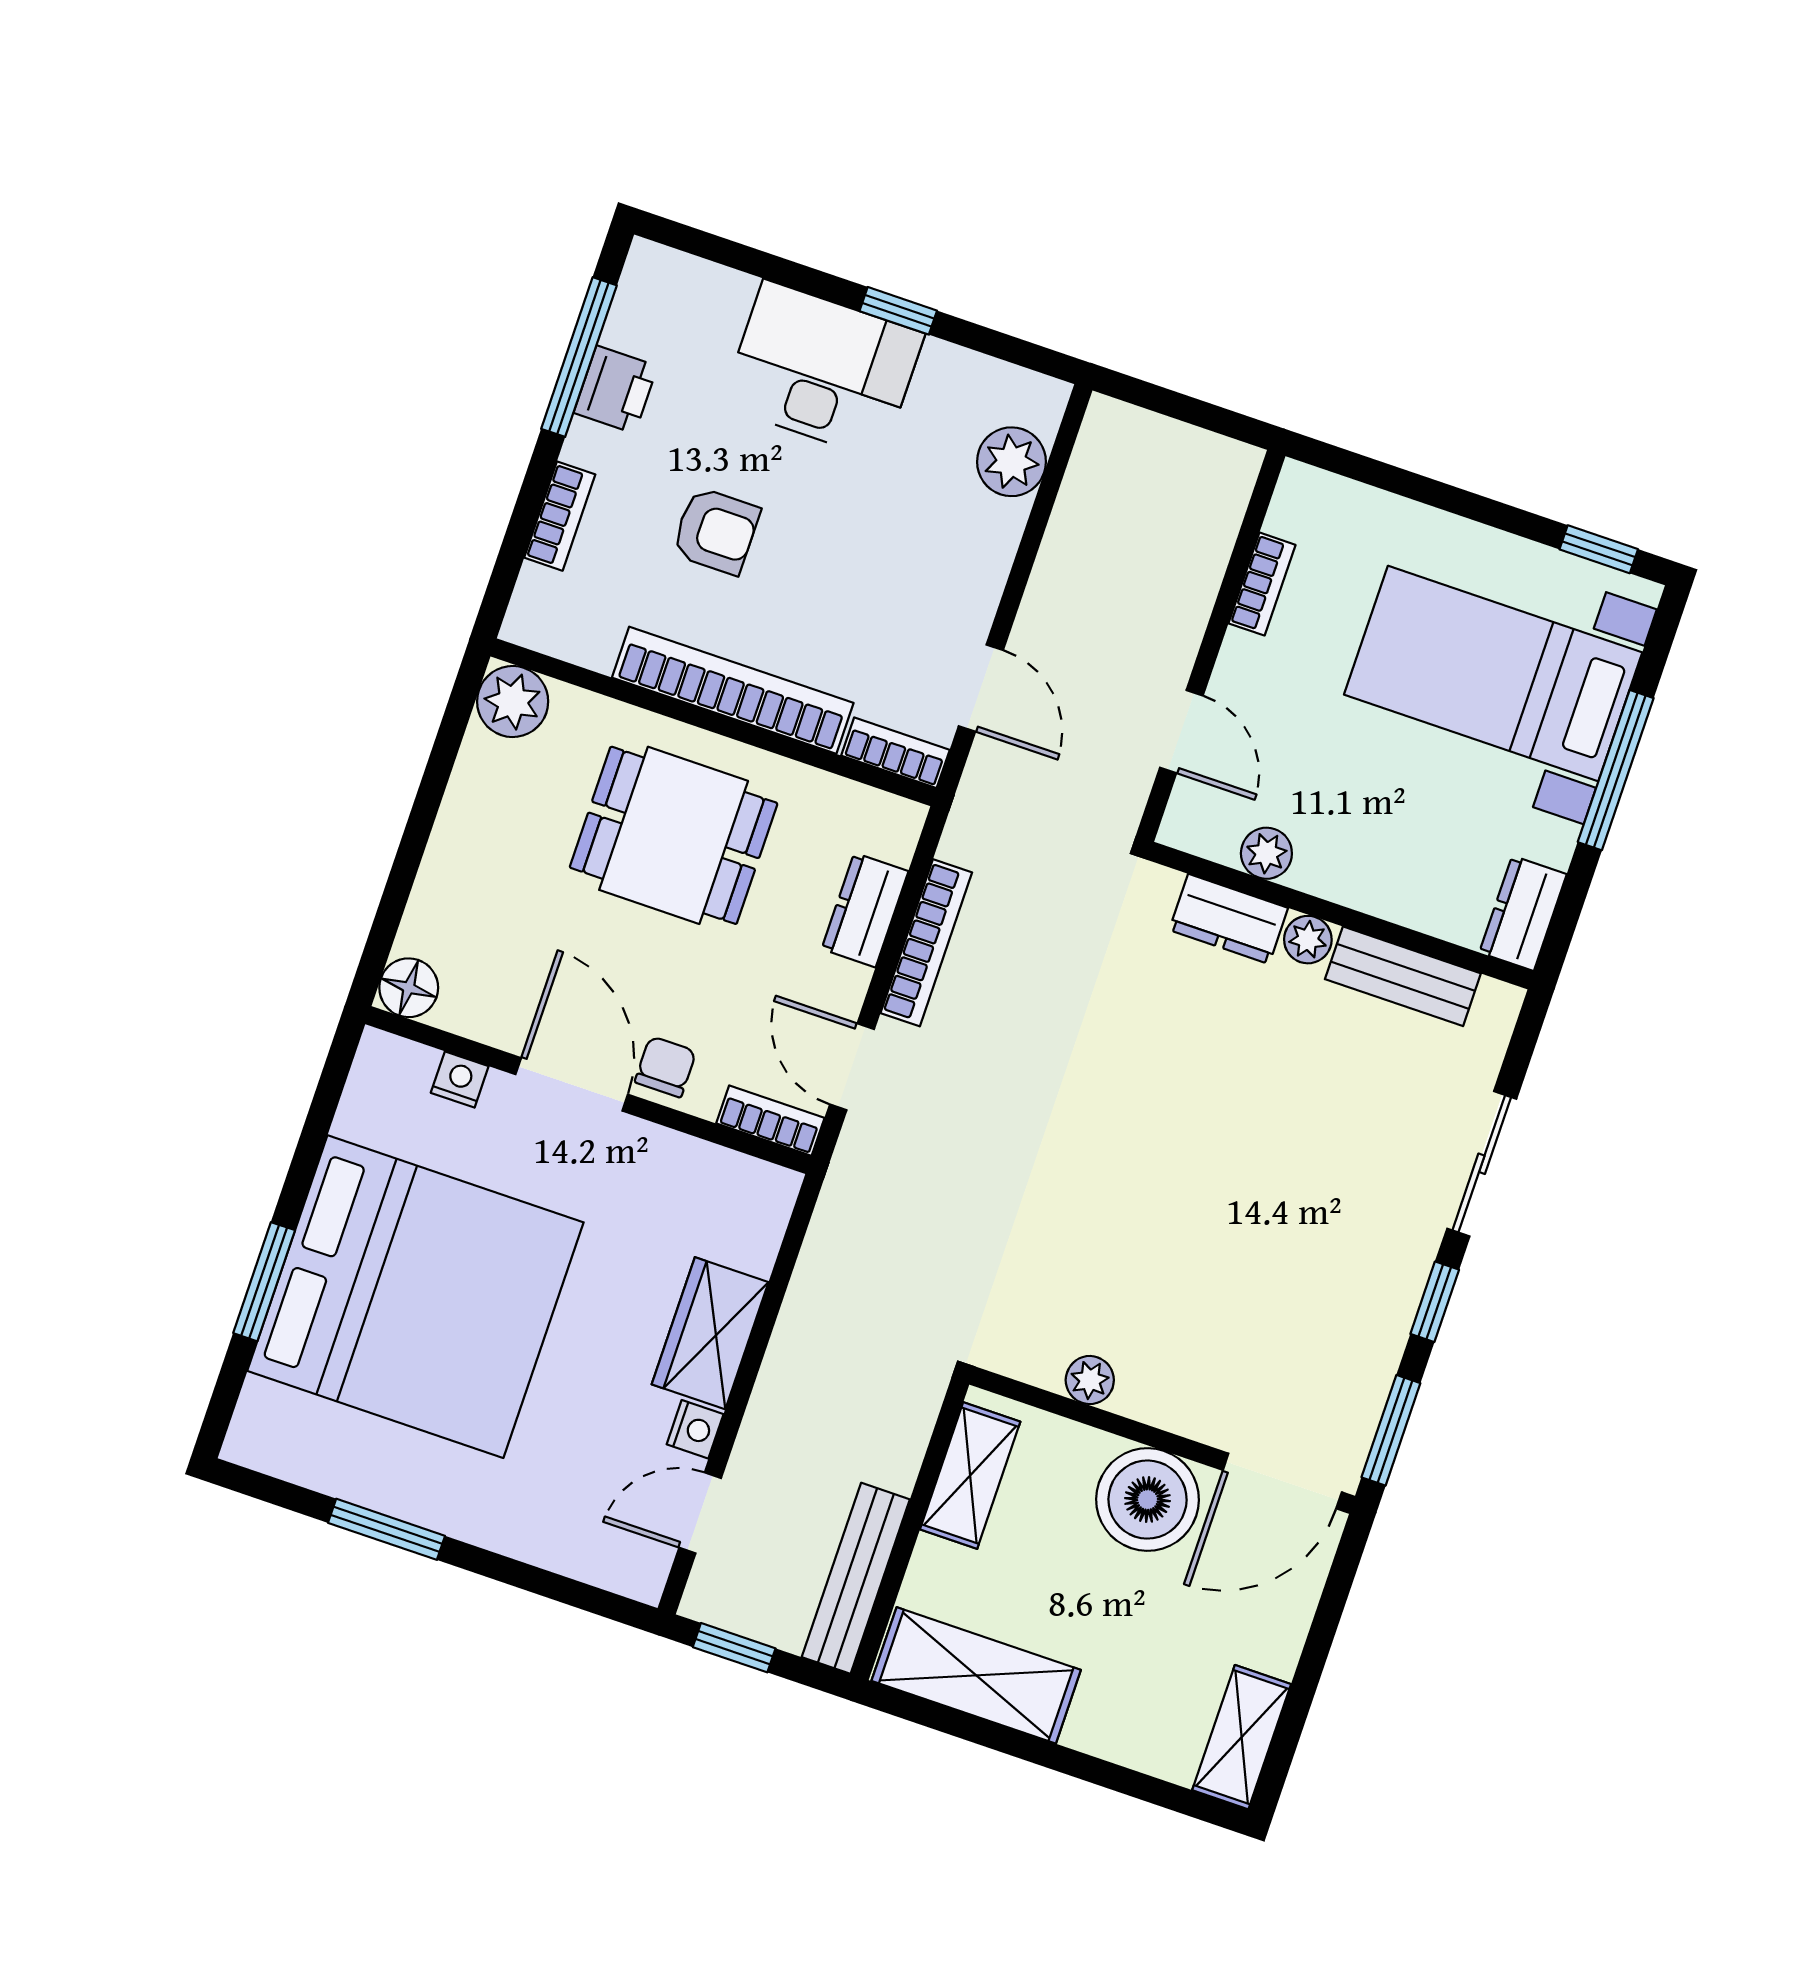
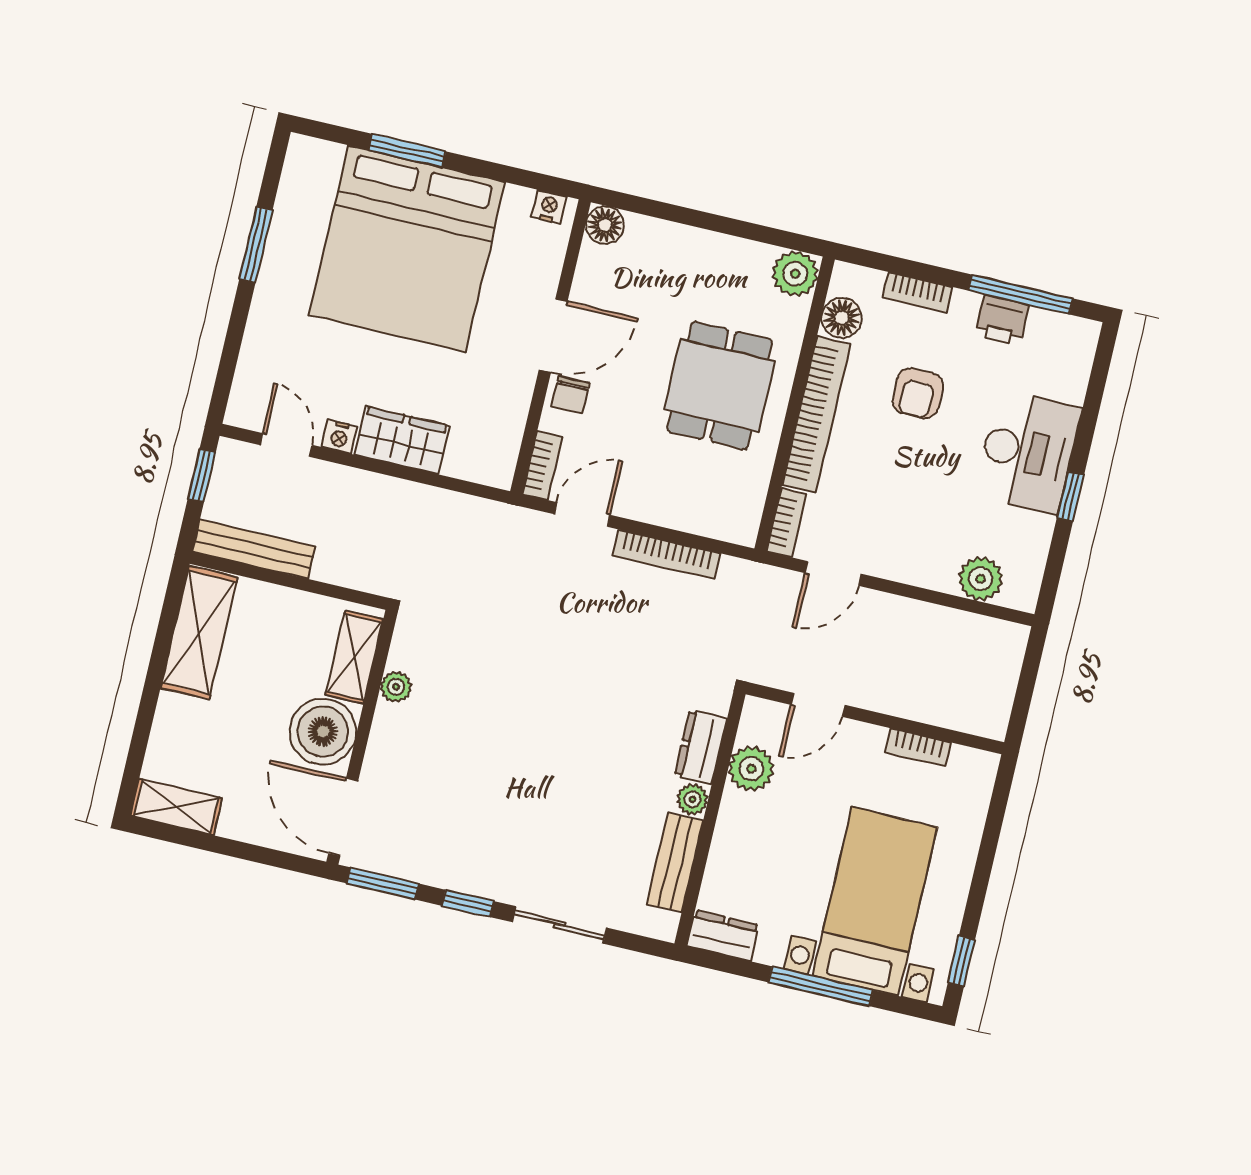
floor lamp: (588, 637) -> (842, 318), added
plant: (1266, 853) -> (751, 769), width x1.38, depth x1.38
dresser: (865, 910) -> (683, 513), removed
chair: (665, 1067) -> (570, 395), turned 90
nightstand: (460, 1079) -> (549, 207), moved, turned -90
shelving: (970, 1476) -> (354, 657), moved, turned 90

